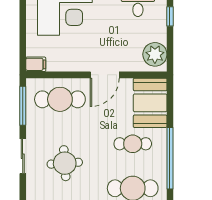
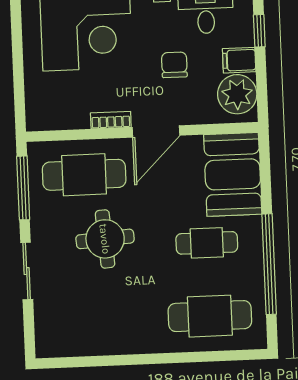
chair: (118, 35) -> (174, 65), added
filing cabinet: (36, 64) -> (239, 60), moved, turned 180
bookcase: (78, 67) -> (111, 120), added
round table: (65, 163) -> (105, 239), moved

